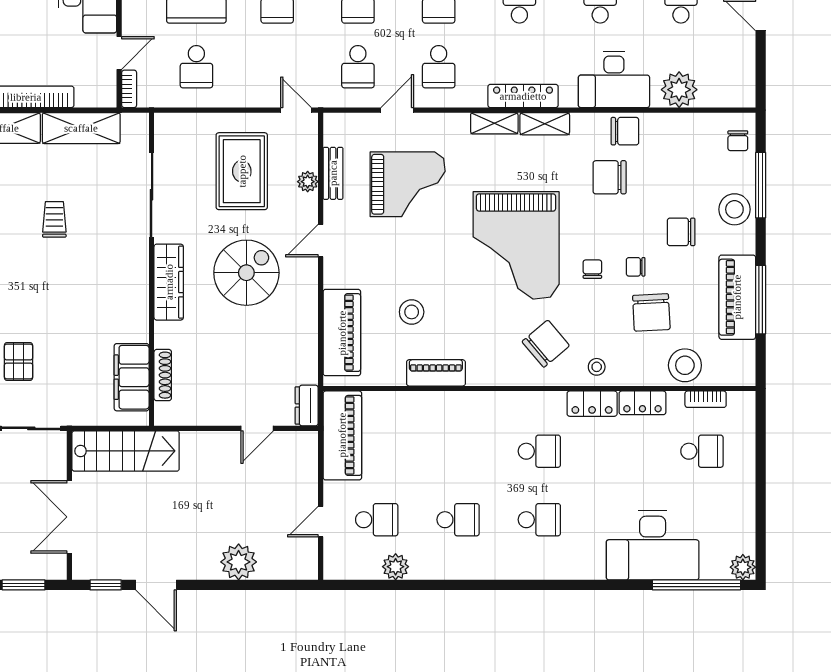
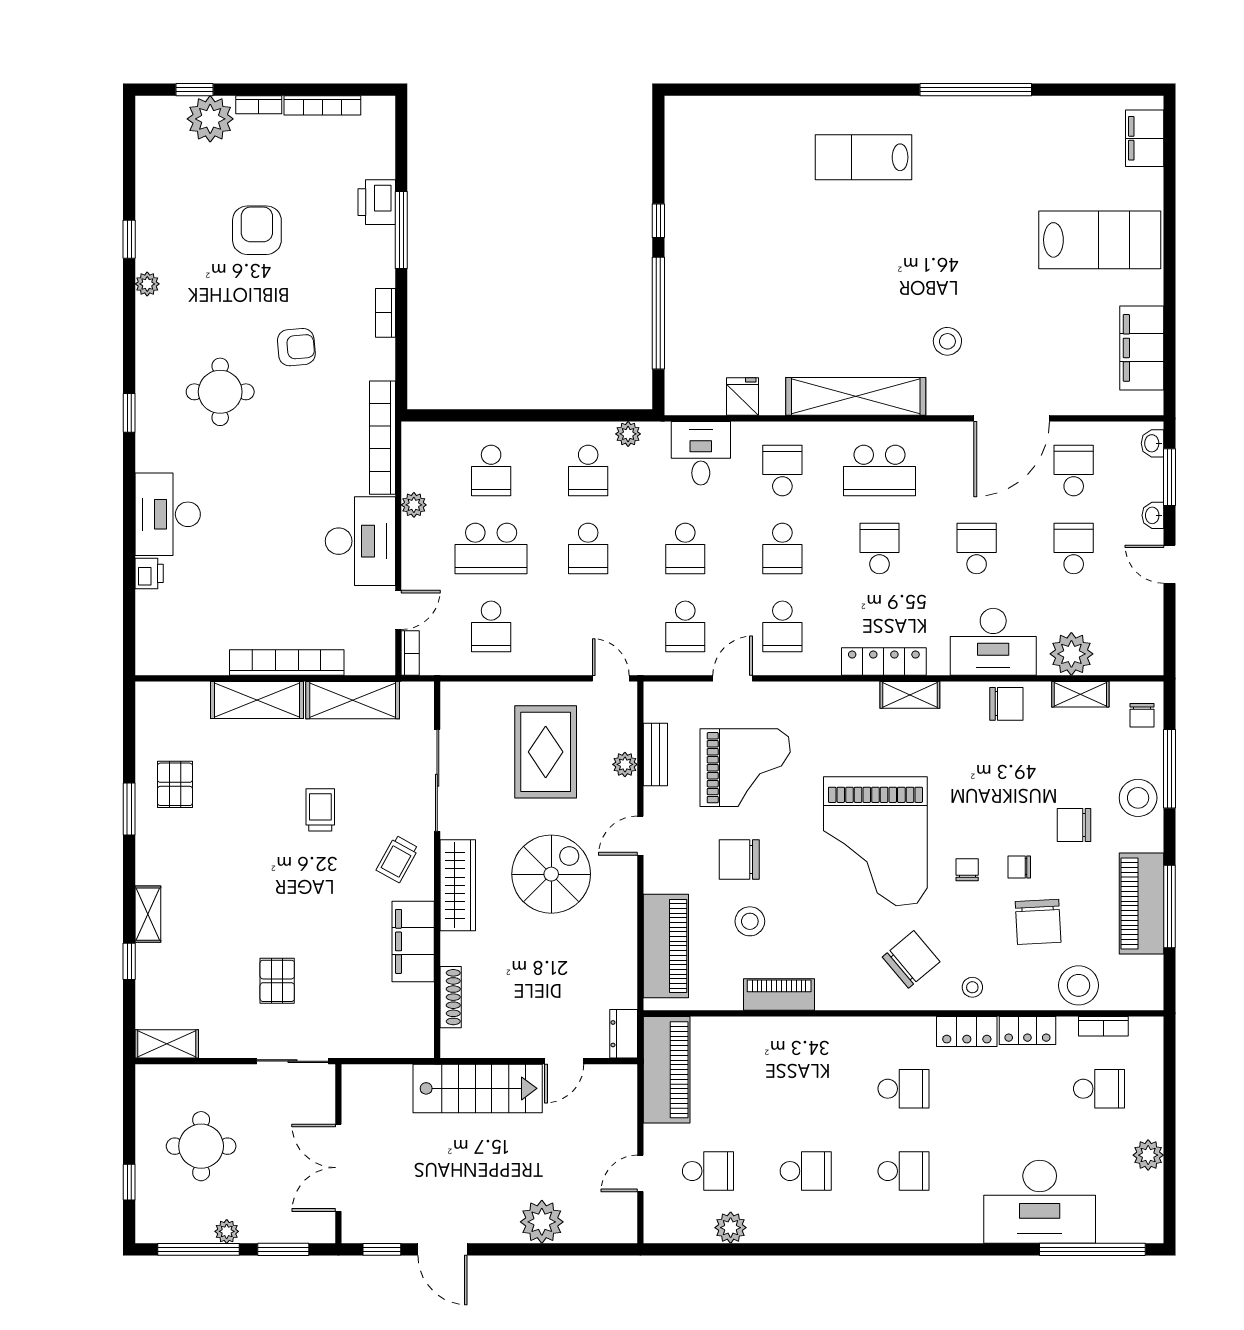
shelving: (494, 123) -> (1080, 694), moved
chair: (610, 177) -> (739, 860), moved
trolley: (118, 260) -> (397, 859), added
filing cabinet: (132, 377) -> (413, 941), moved
stairs: (126, 451) -> (478, 1088), moved
plant: (743, 567) -> (1148, 1155), moved

